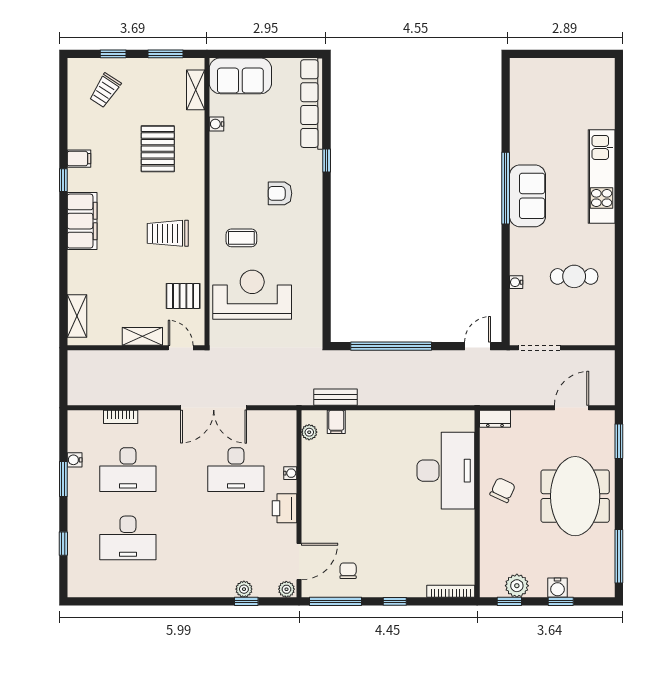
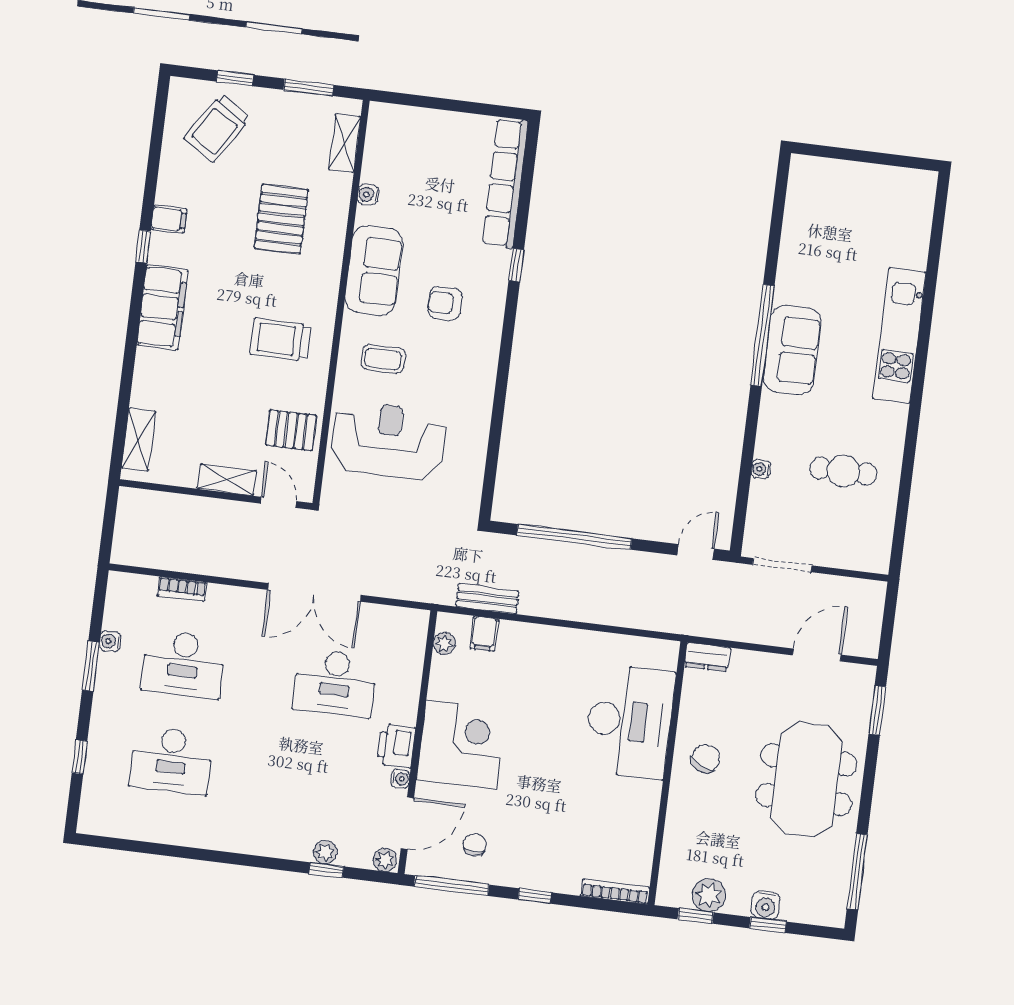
sofa: (240, 76) -> (374, 271), moved, turned -90
trolley: (105, 90) -> (217, 128), width x1.36, depth x1.39
water cooler: (290, 473) -> (400, 779), moved
corner desk: (330, 502) -> (461, 745), added

